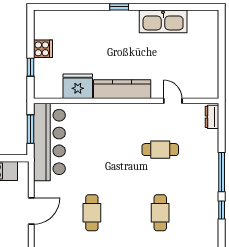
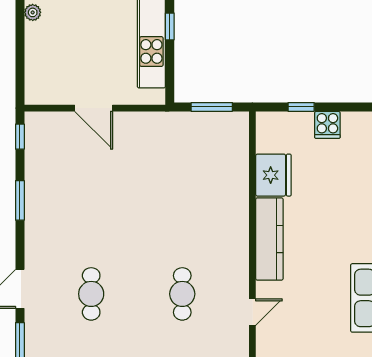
bar counter: (49, 142) -> (193, 134), removed
cafe table: (92, 213) -> (91, 195), removed
cafe table: (160, 213) -> (91, 294), turned 90

